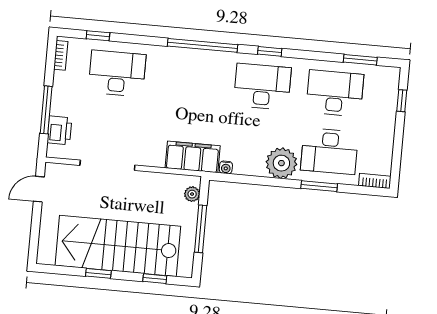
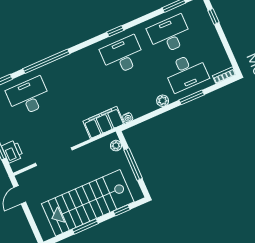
window: (203, 45) -> (46, 61), moved
plant: (281, 163) -> (163, 101), width x0.53, depth x0.53
window: (98, 273) -> (85, 226), width x1.50

